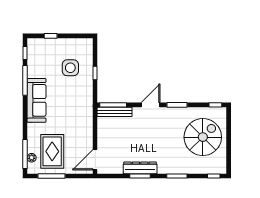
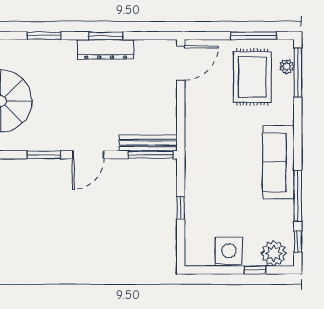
plant: (39, 46) -> (274, 253), added
side table: (70, 68) -> (229, 251), moved

